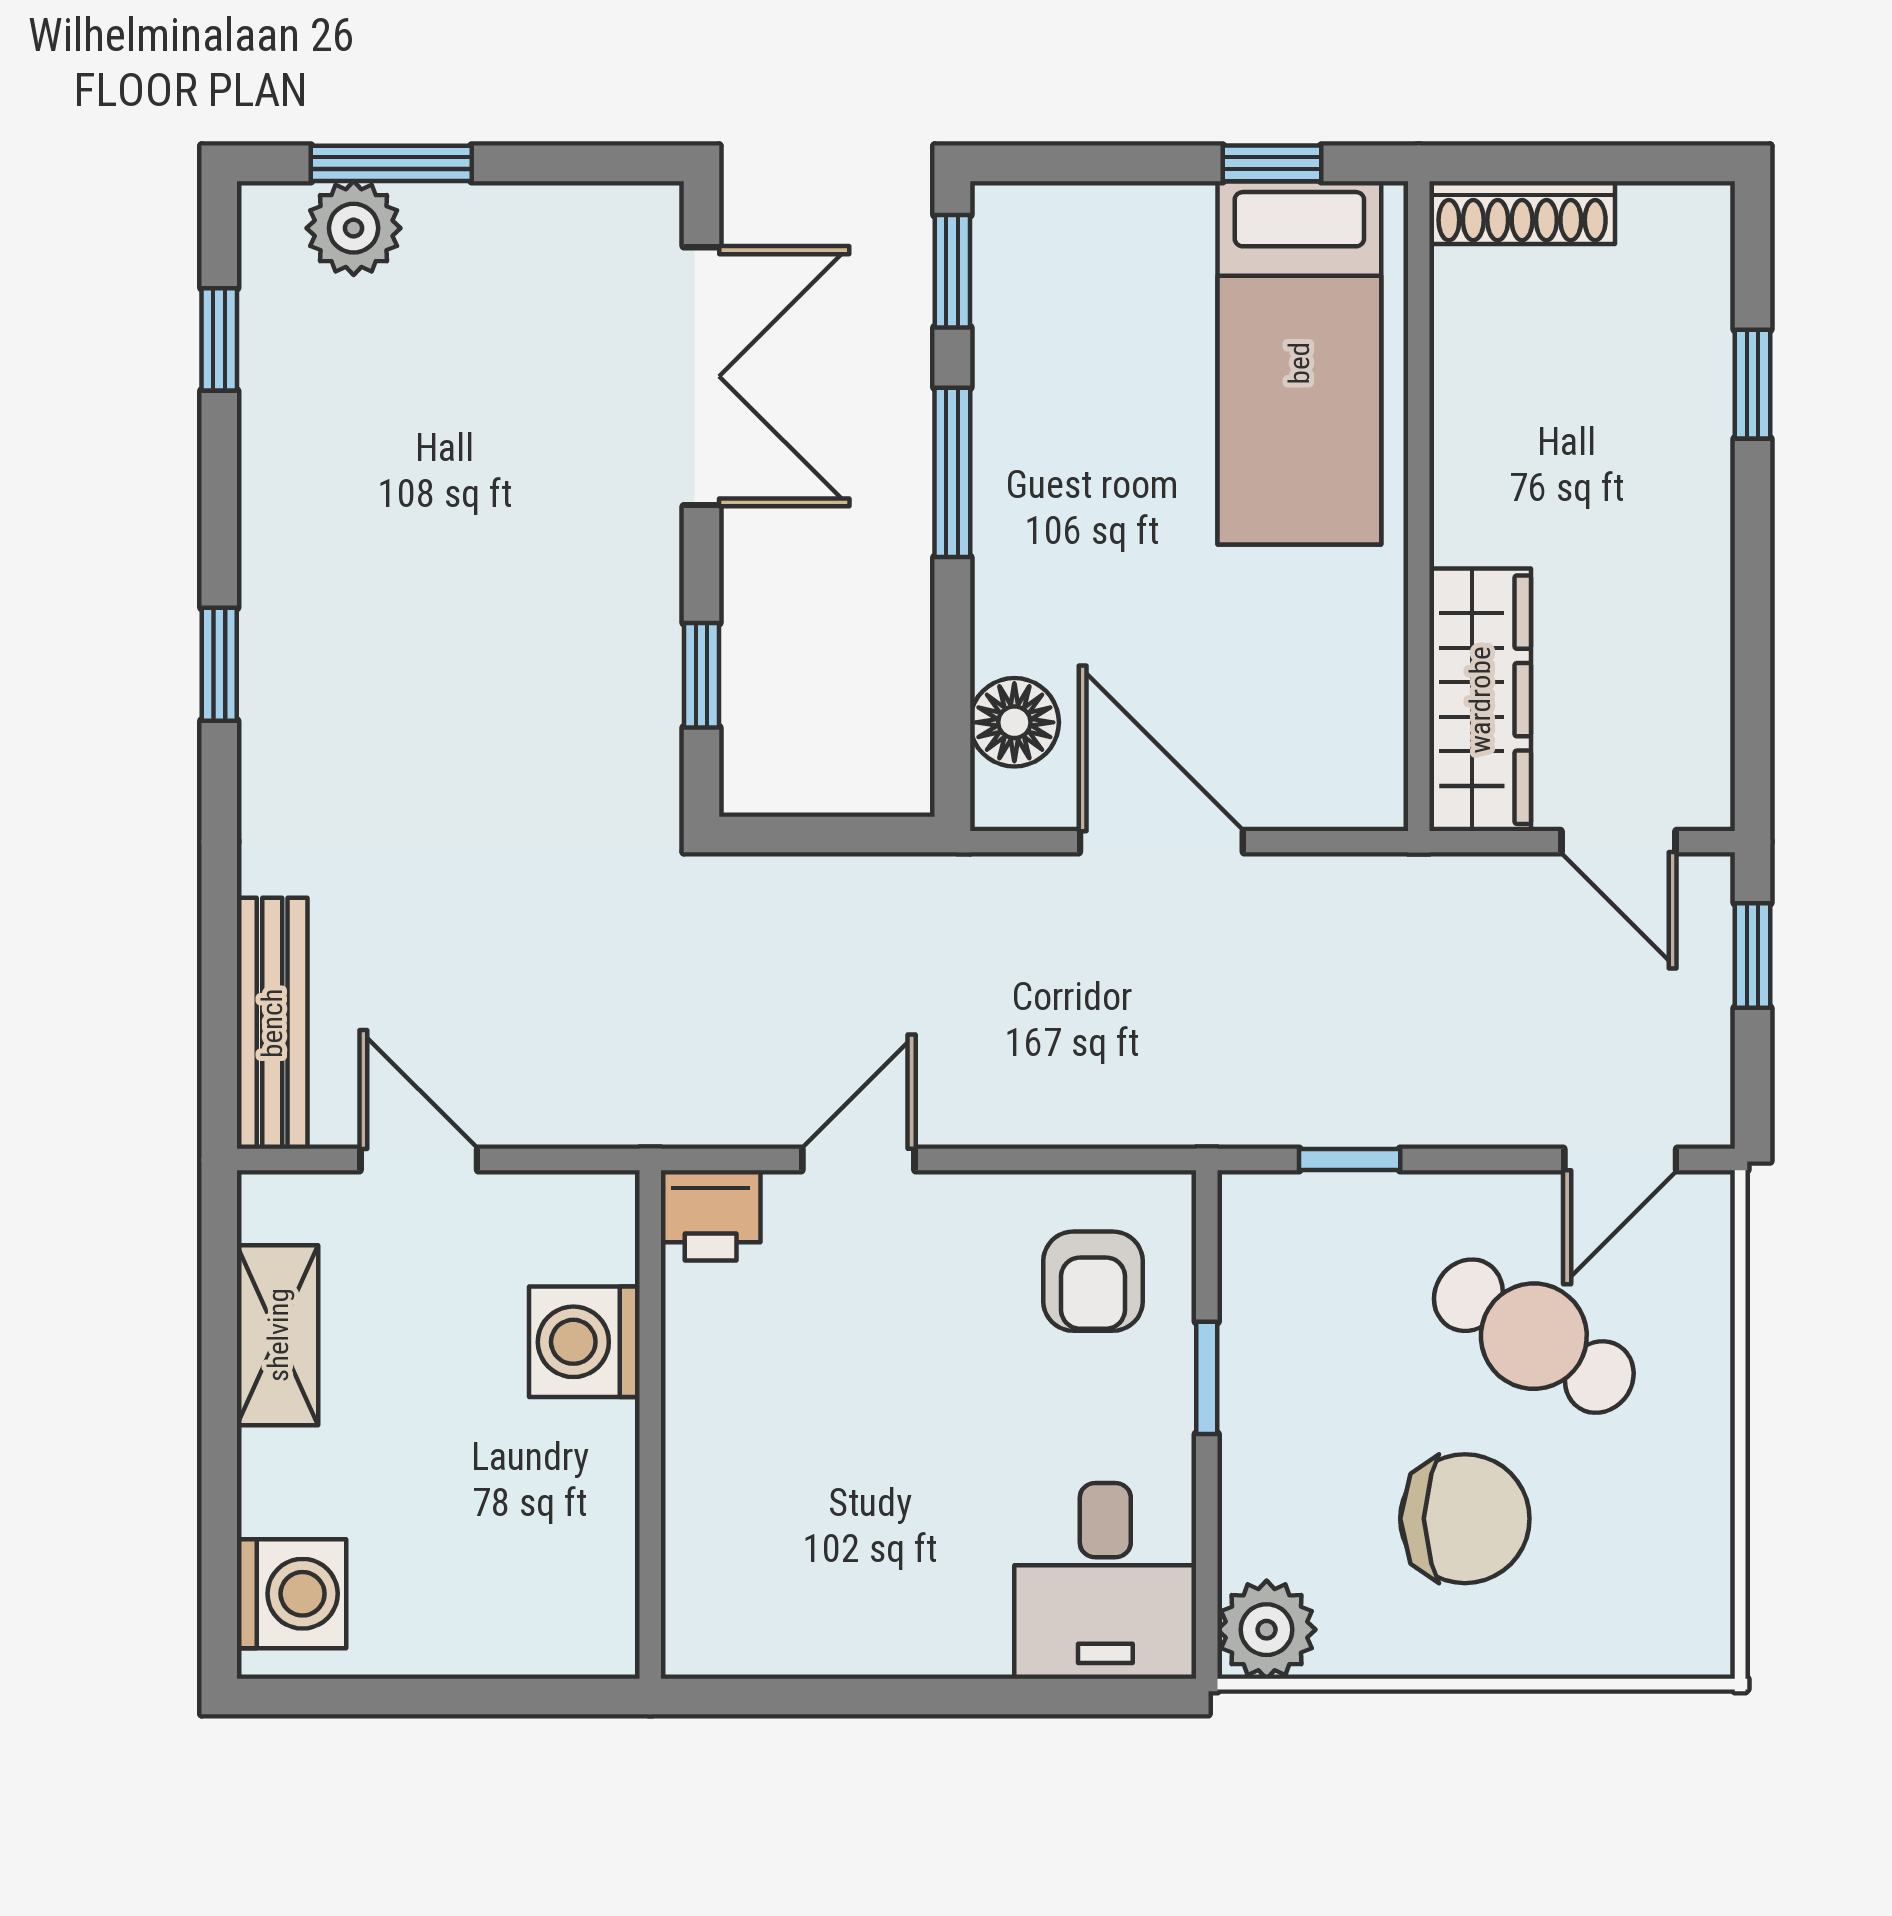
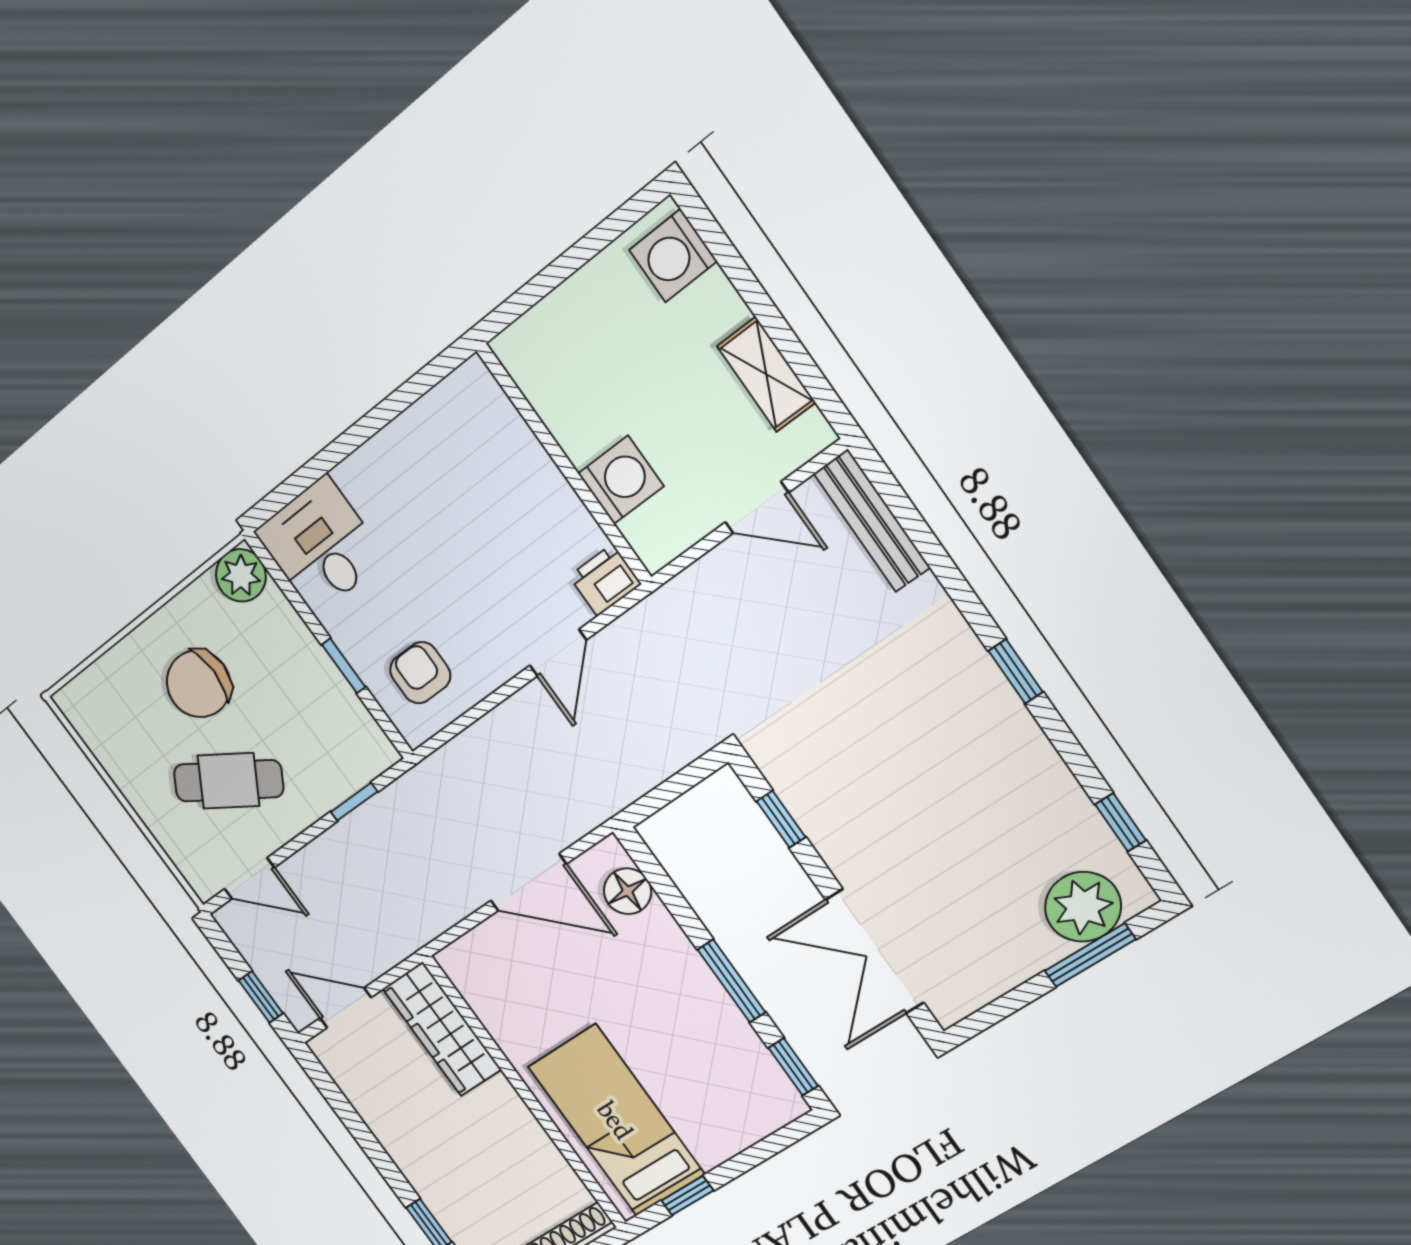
plant: (354, 228) -> (1083, 907), width x1.36, depth x1.36
door: (1620, 1160) -> (249, 878), swing flipped

